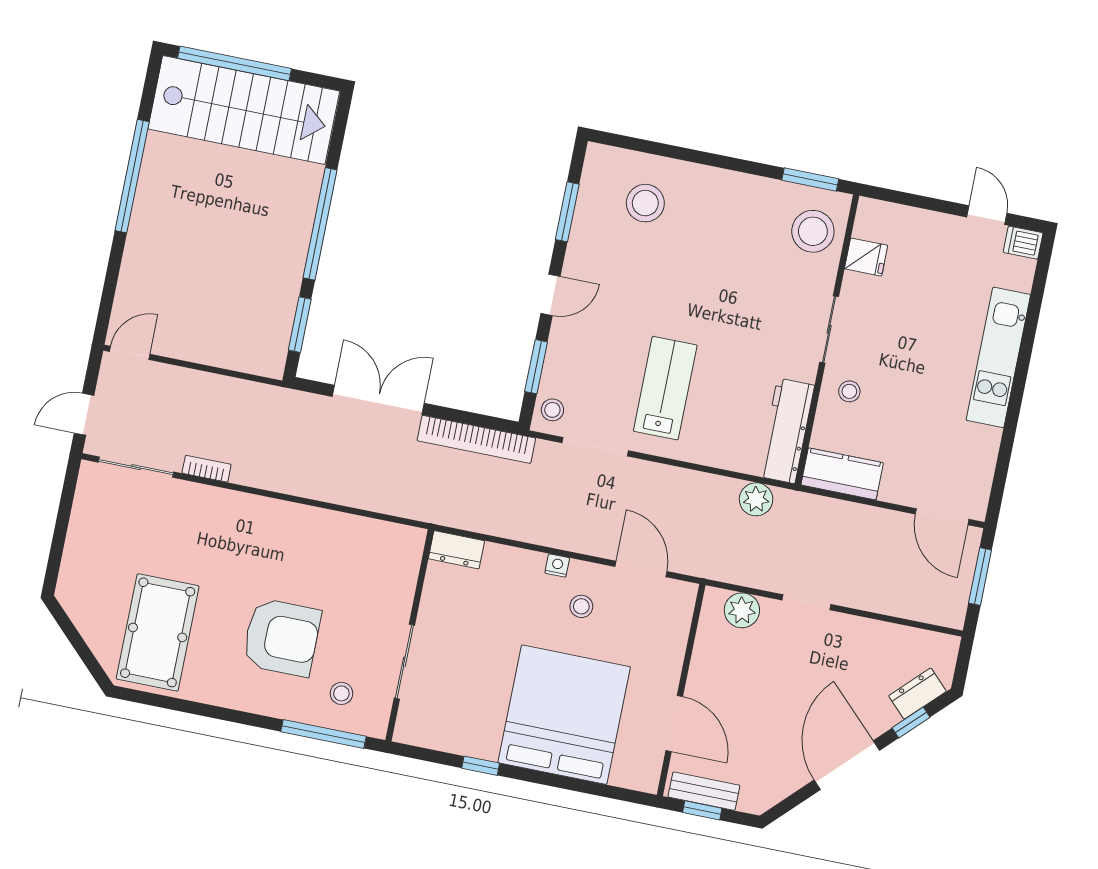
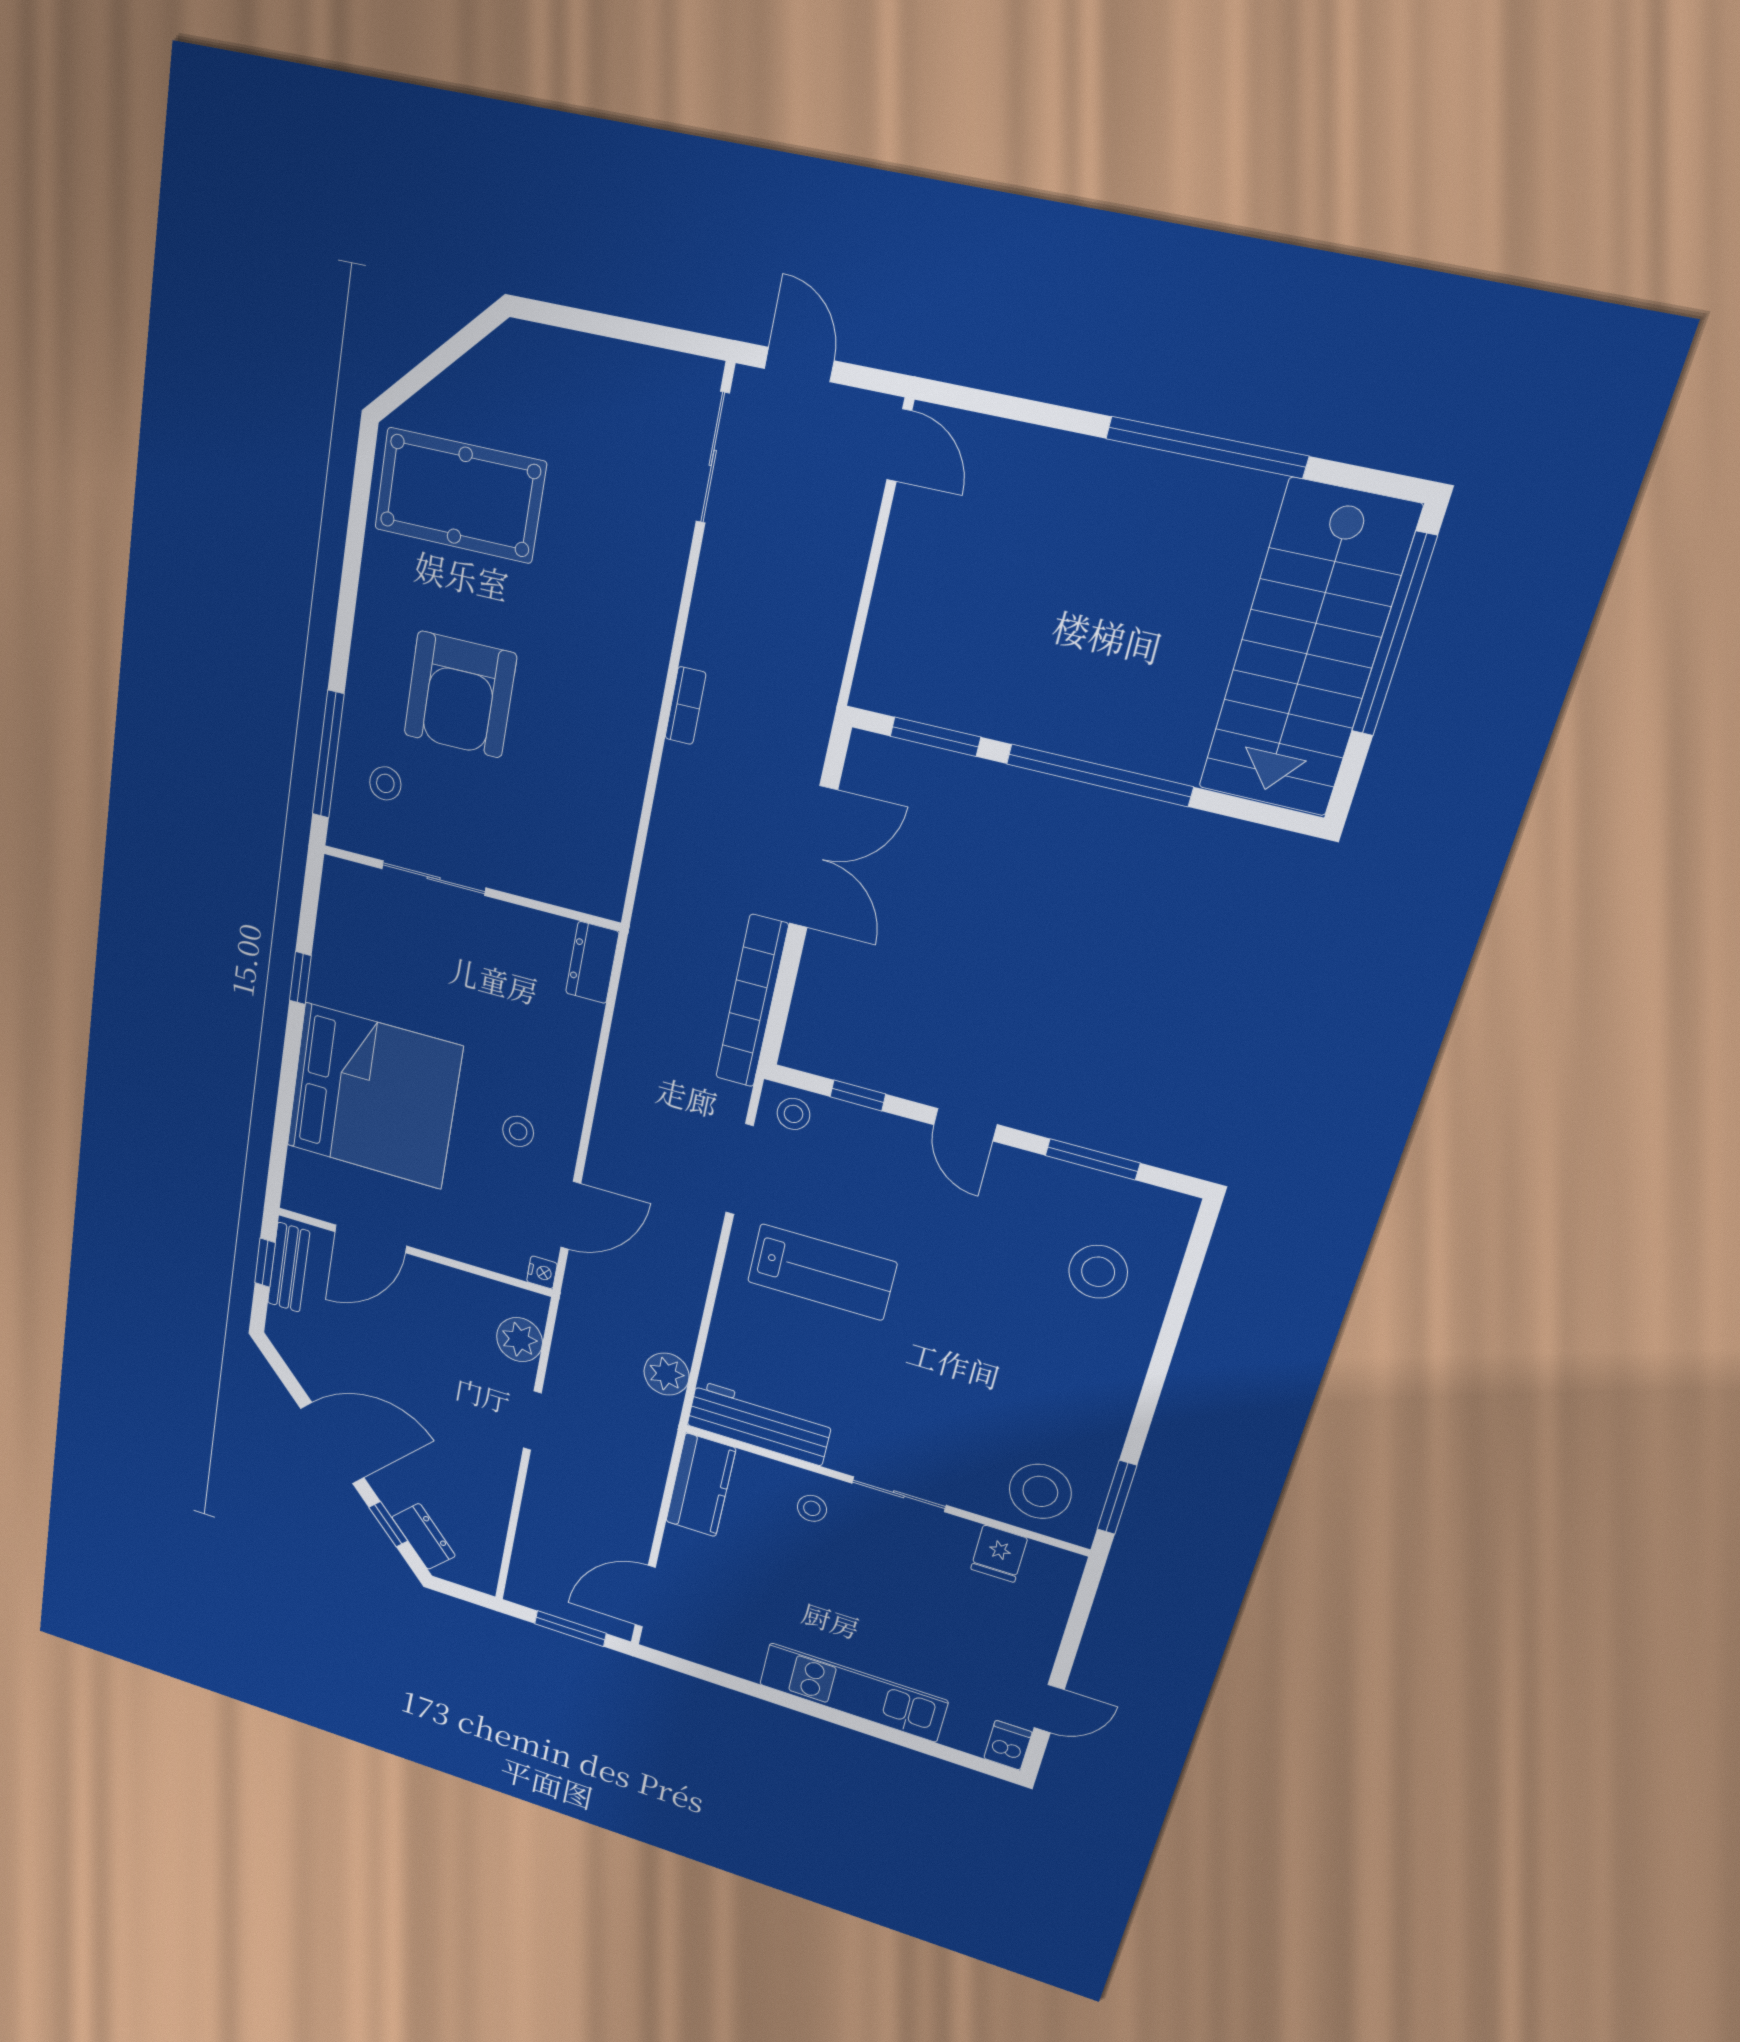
window: (536, 367) -> (858, 1095), width x0.67
bookcase: (207, 469) -> (685, 706), moved
nightstand: (557, 565) -> (542, 1272), moved

